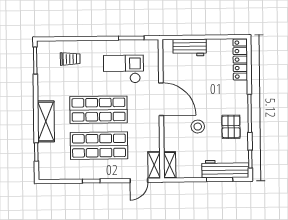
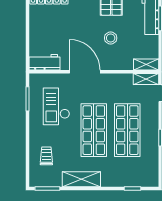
workbench: (190, 48) -> (44, 62), moved, turned -90
door: (161, 99) -> (85, 72), hinge flipped
shelving: (46, 121) -> (81, 179), moved

